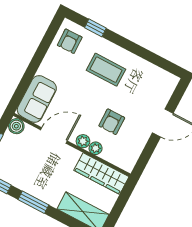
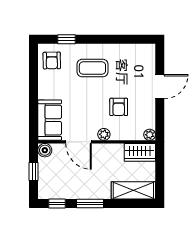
door: (54, 135) -> (79, 142), swing flipped
plant: (96, 148) -> (150, 135), moved
wardrobe: (101, 174) -> (140, 152), width x0.67

